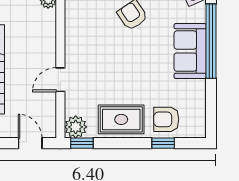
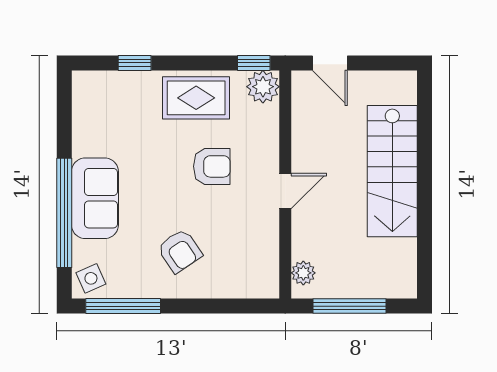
door: (60, 80) -> (285, 191), moved
armchair: (166, 119) -> (212, 166), moved

